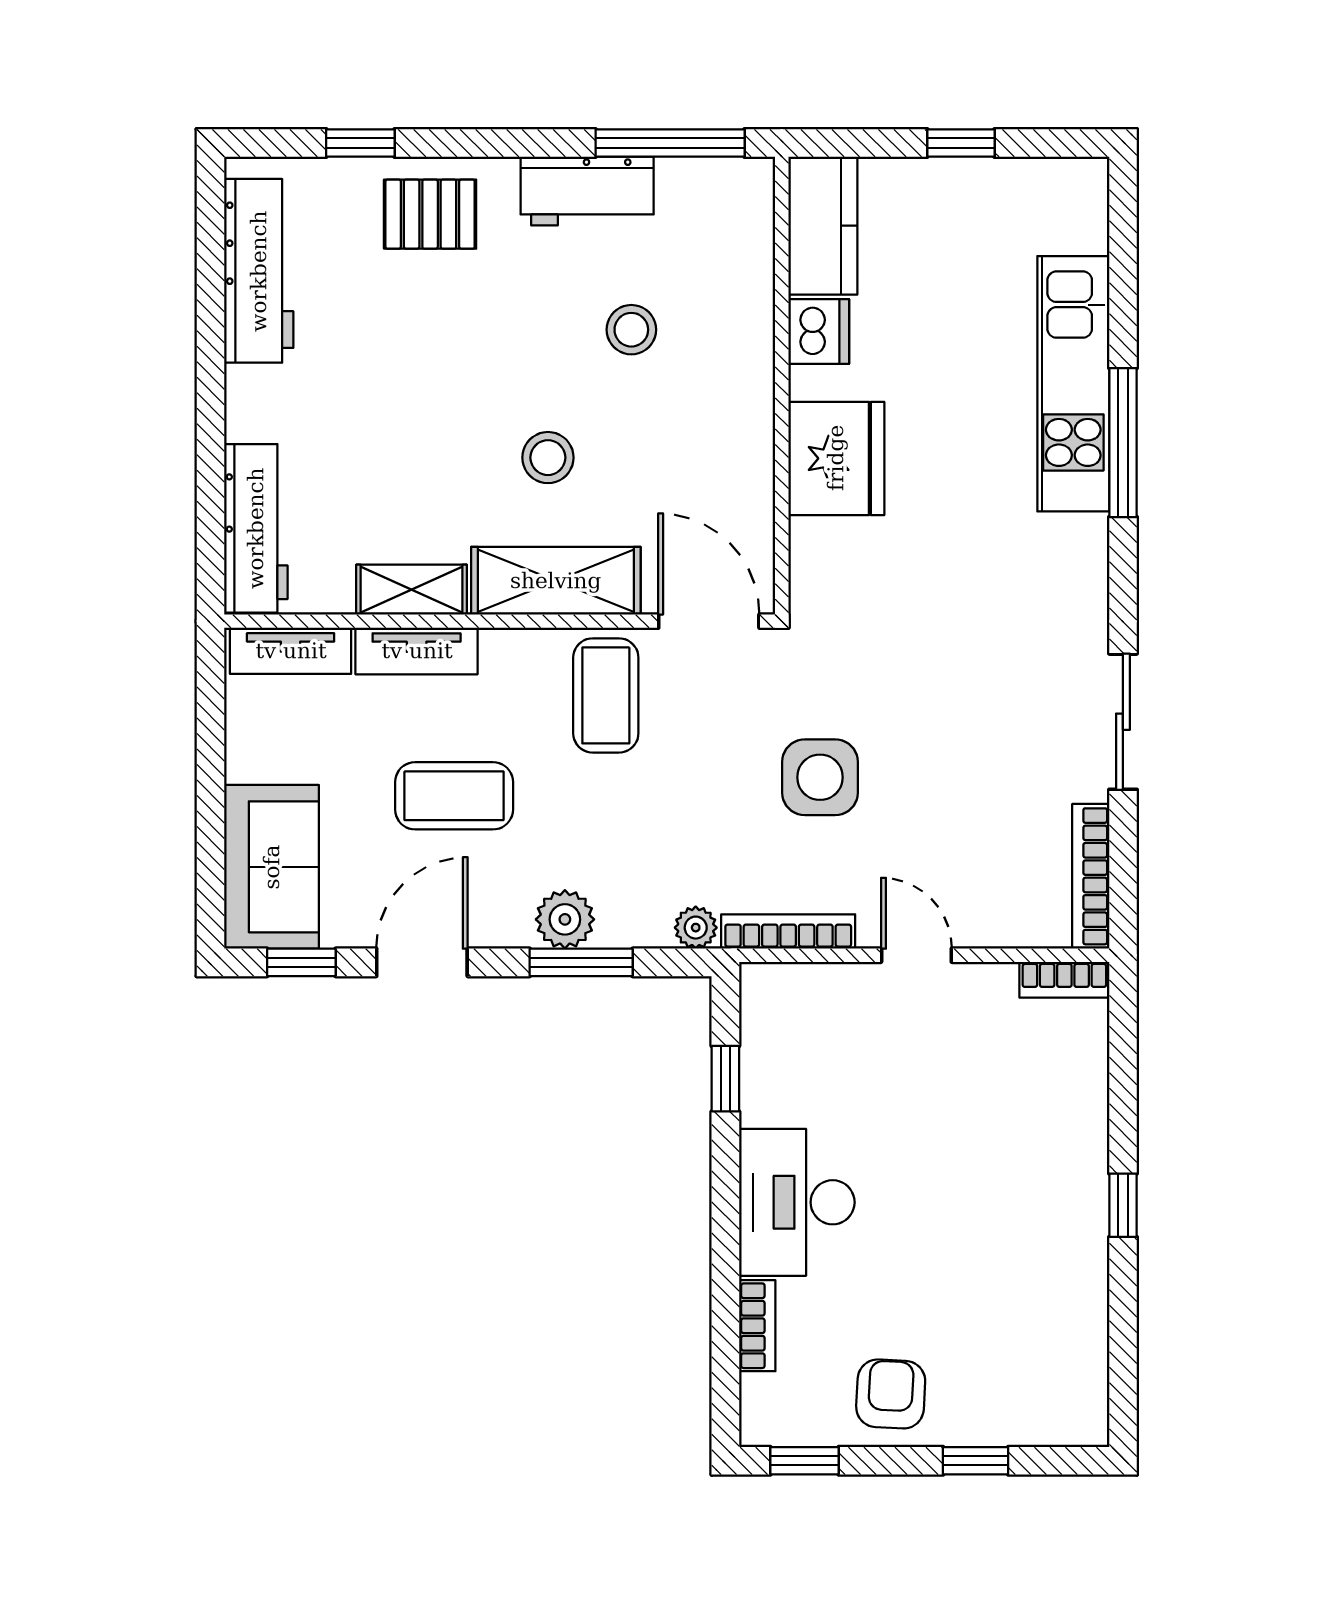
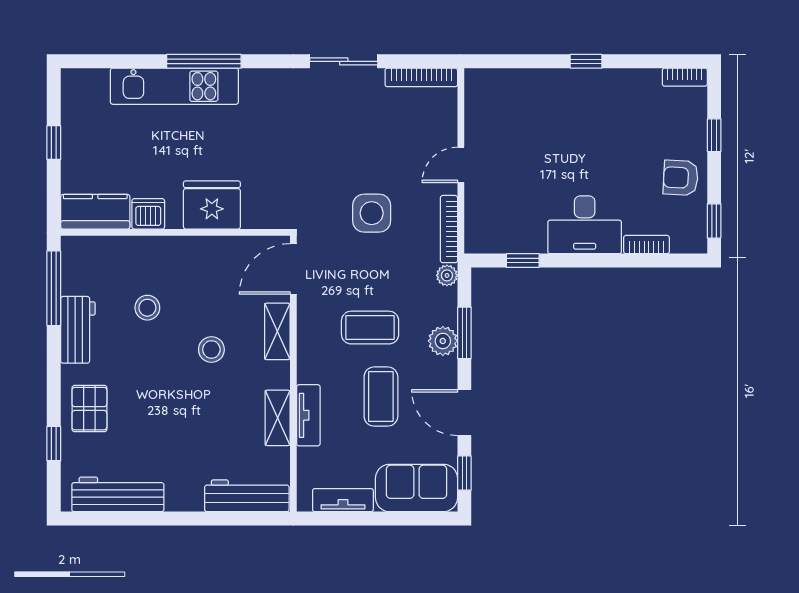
shelving: (556, 581) -> (277, 331), width x0.67, depth x0.75
tv unit: (291, 651) -> (343, 500), moved, turned -90
coffee table: (606, 695) -> (370, 328), moved
bookcase: (1064, 980) -> (685, 77), moved, turned 90

